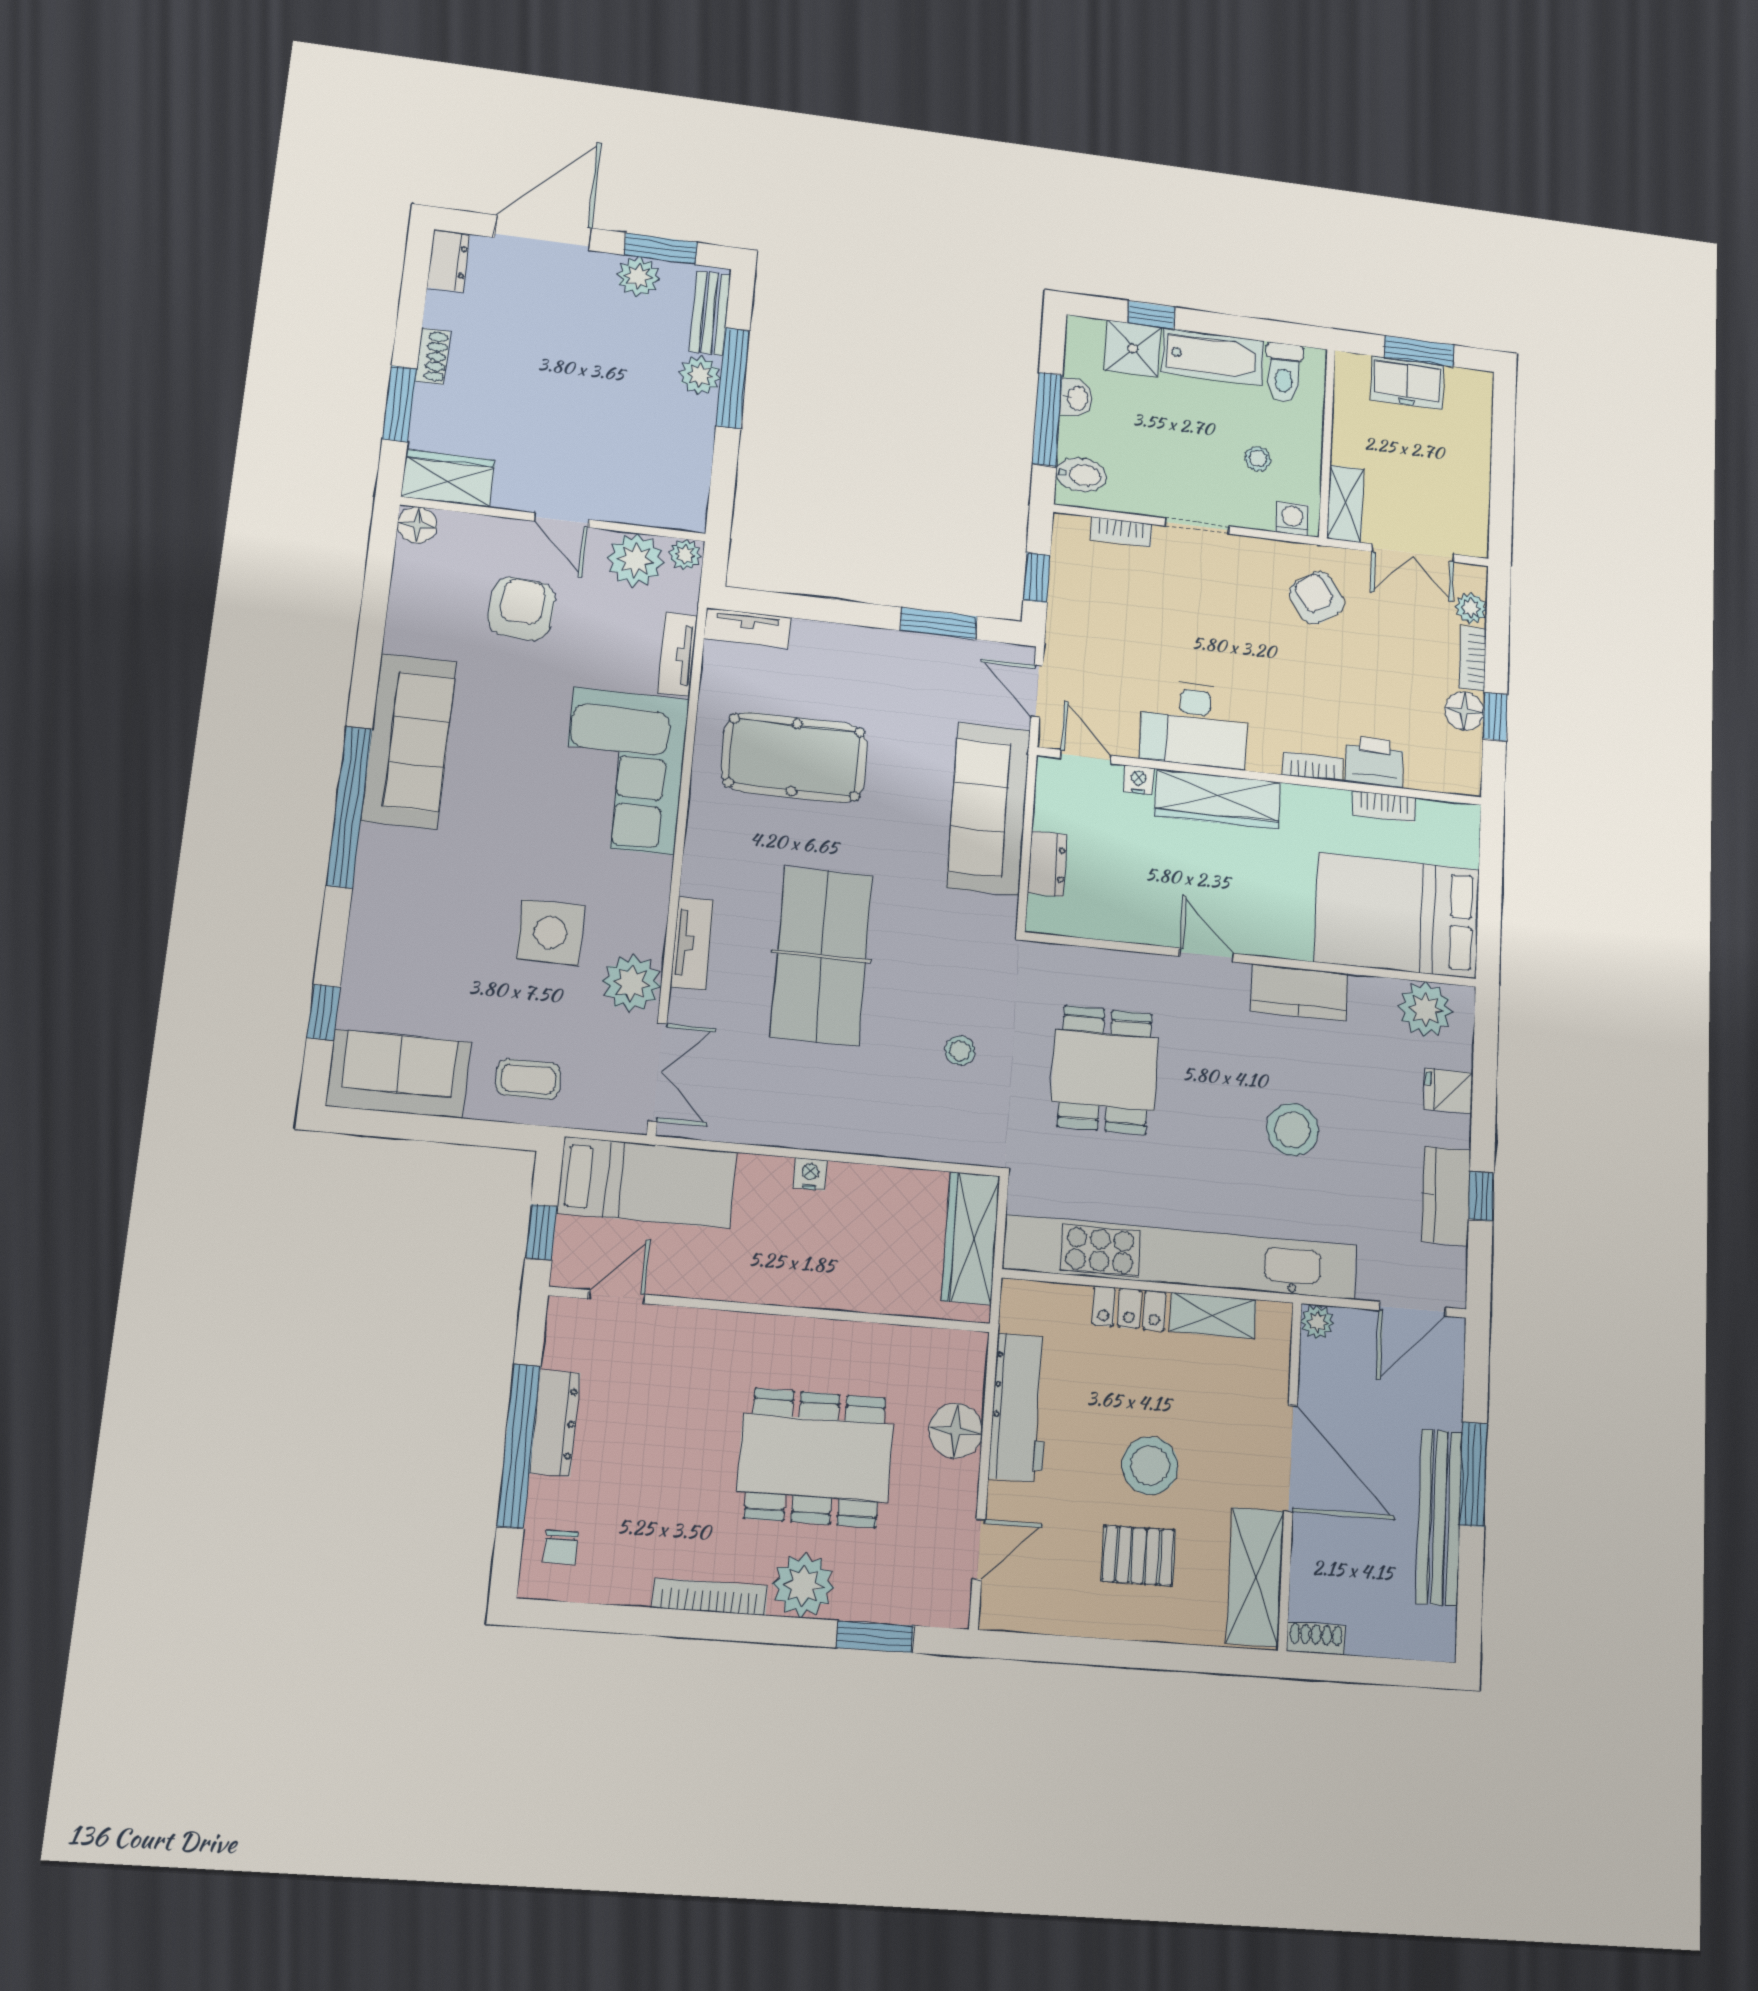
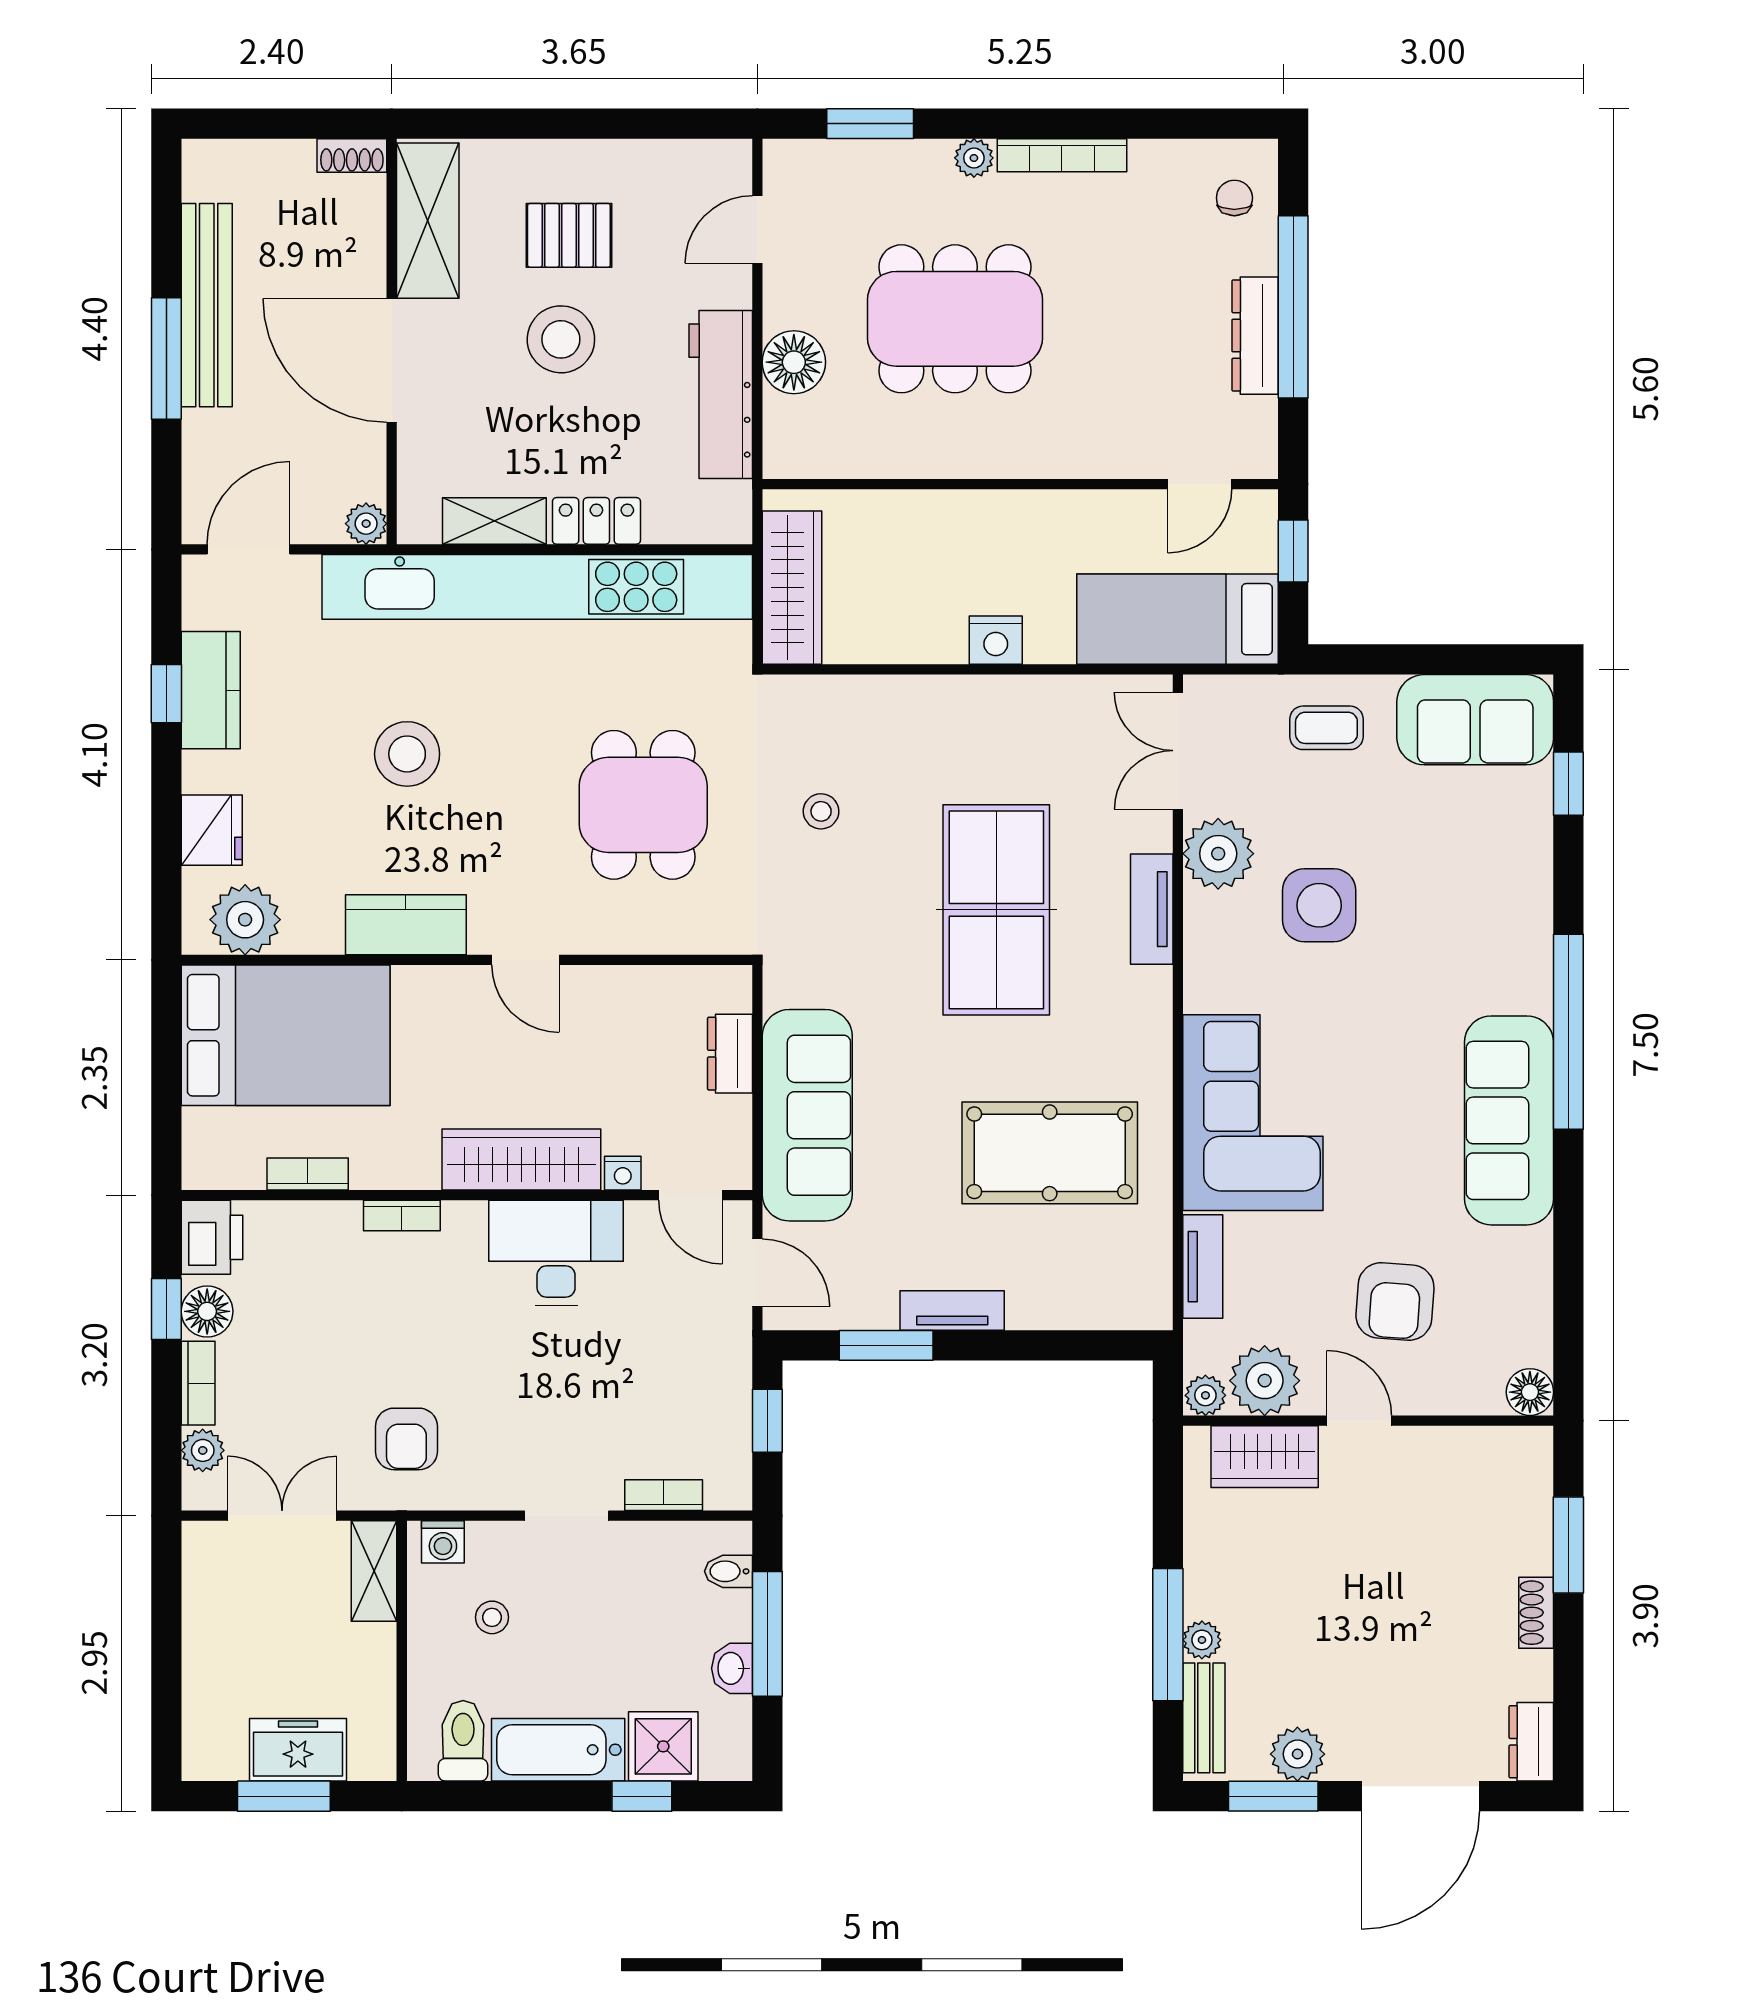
plant: (700, 375) -> (1202, 1640), width x0.73, depth x0.73
bidet: (1081, 475) -> (728, 1571), width x0.72, depth x0.74
wardrobe: (448, 478) -> (1265, 1457), moved
armchair: (1317, 598) -> (406, 1439), turned 34
tv unit: (747, 628) -> (952, 1311), moved
printer: (1374, 762) -> (212, 1237), moved, turned -90
fridge: (1449, 1091) -> (212, 830), width x1.38
nightstand: (810, 1174) -> (996, 640), width x1.39, depth x1.35
plant: (803, 1585) -> (974, 158), width x0.53, depth x0.53

